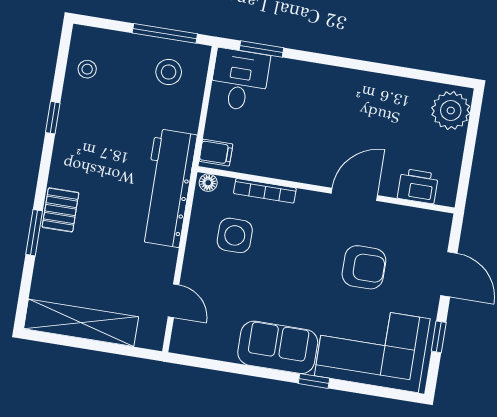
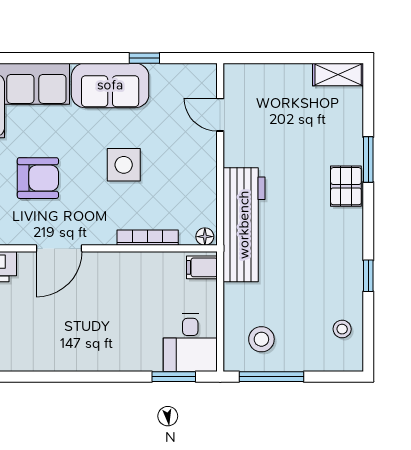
side table: (235, 235) -> (124, 165), moved
armchair: (364, 267) -> (38, 178), turned 180
shelving: (81, 323) -> (338, 74), width x0.45, depth x0.75
window: (314, 381) -> (144, 58), moved

